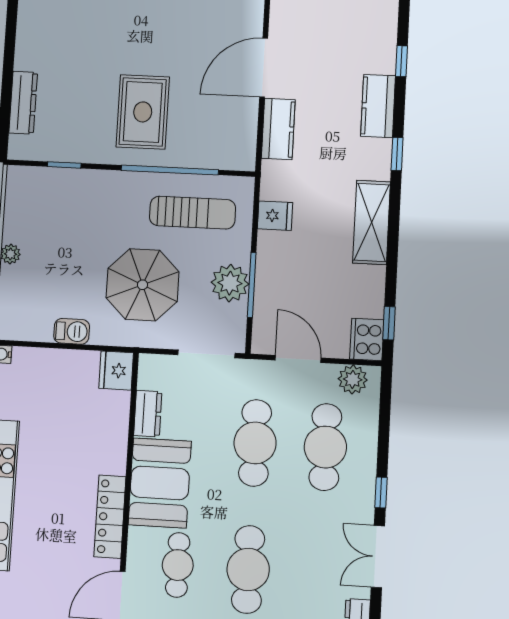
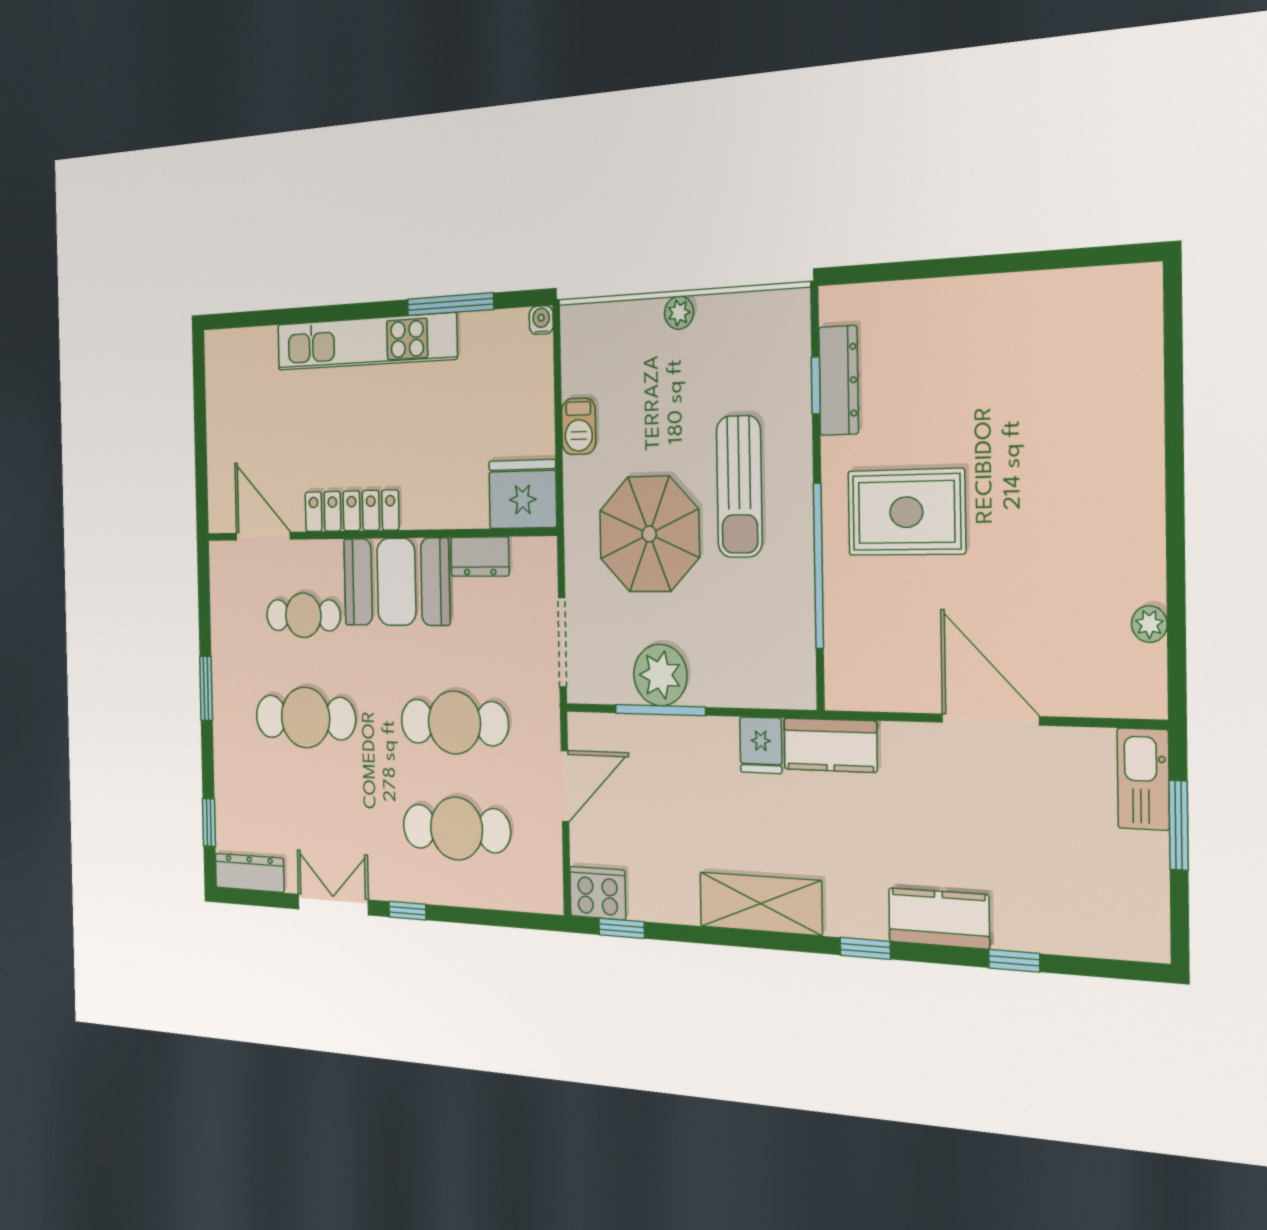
dresser: (23, 103) -> (839, 380), moved, turned -90
kitchen counter: (278, 129) -> (830, 745), moved
sun lounger: (193, 213) -> (739, 487), moved
fridge: (116, 370) -> (523, 494), width x1.36, depth x1.34
plant: (353, 379) -> (544, 870), removed

